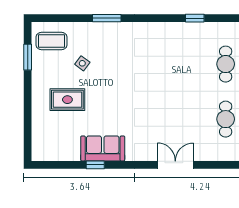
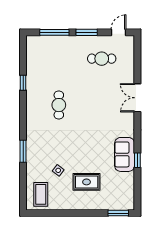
window: (28, 57) -> (118, 213), moved
cafe table: (226, 64) -> (59, 105), moved, turned 90
rug: (67, 100) -> (87, 182), turned 90

